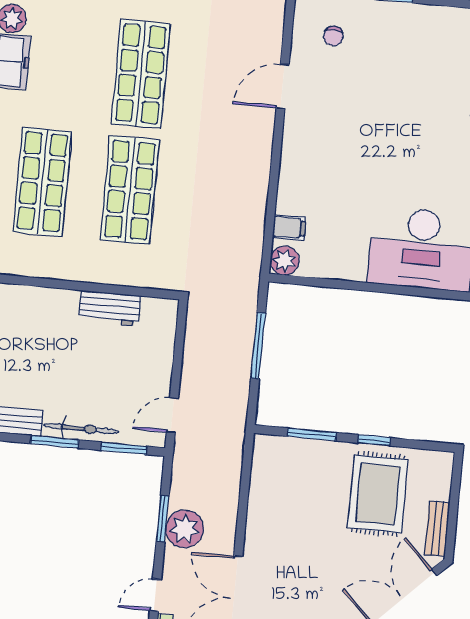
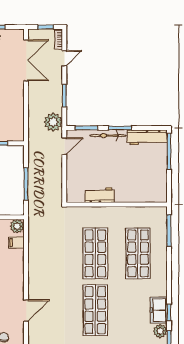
plant: (185, 529) -> (53, 122), moved

